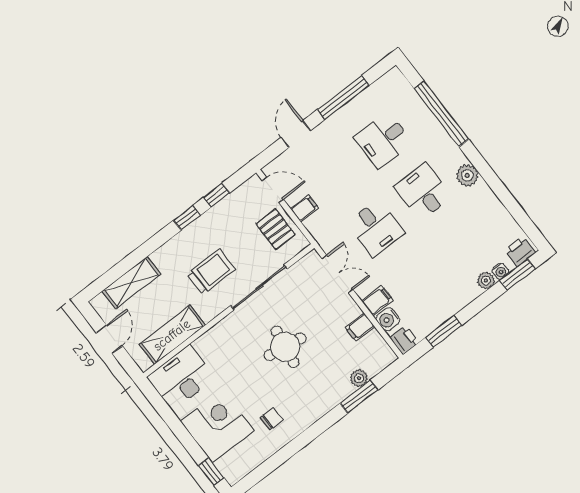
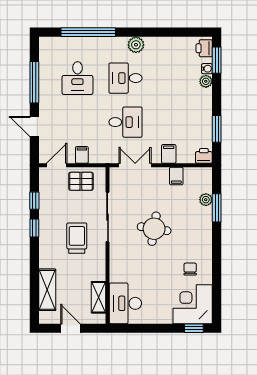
water cooler: (388, 319) -> (184, 156), removed
shelving: (172, 335) -> (99, 297), width x0.67, depth x0.75
corner desk: (217, 426) -> (193, 304), moved

